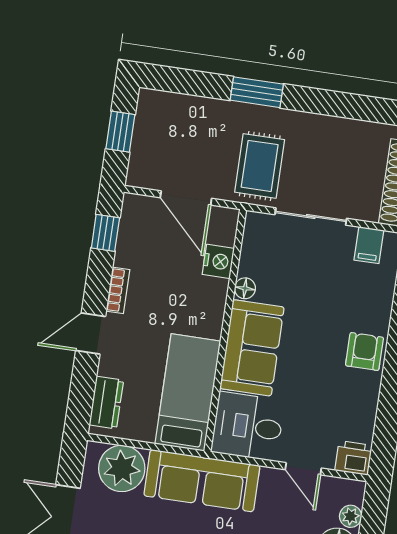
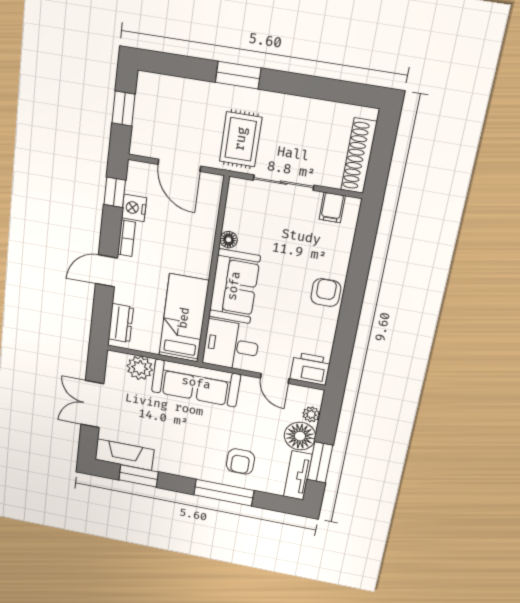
nightstand: (218, 261) -> (134, 208), moved, turned 180
printer: (353, 458) -> (310, 369), width x1.36, depth x1.24
plant: (122, 468) -> (140, 368), width x0.73, depth x0.73

